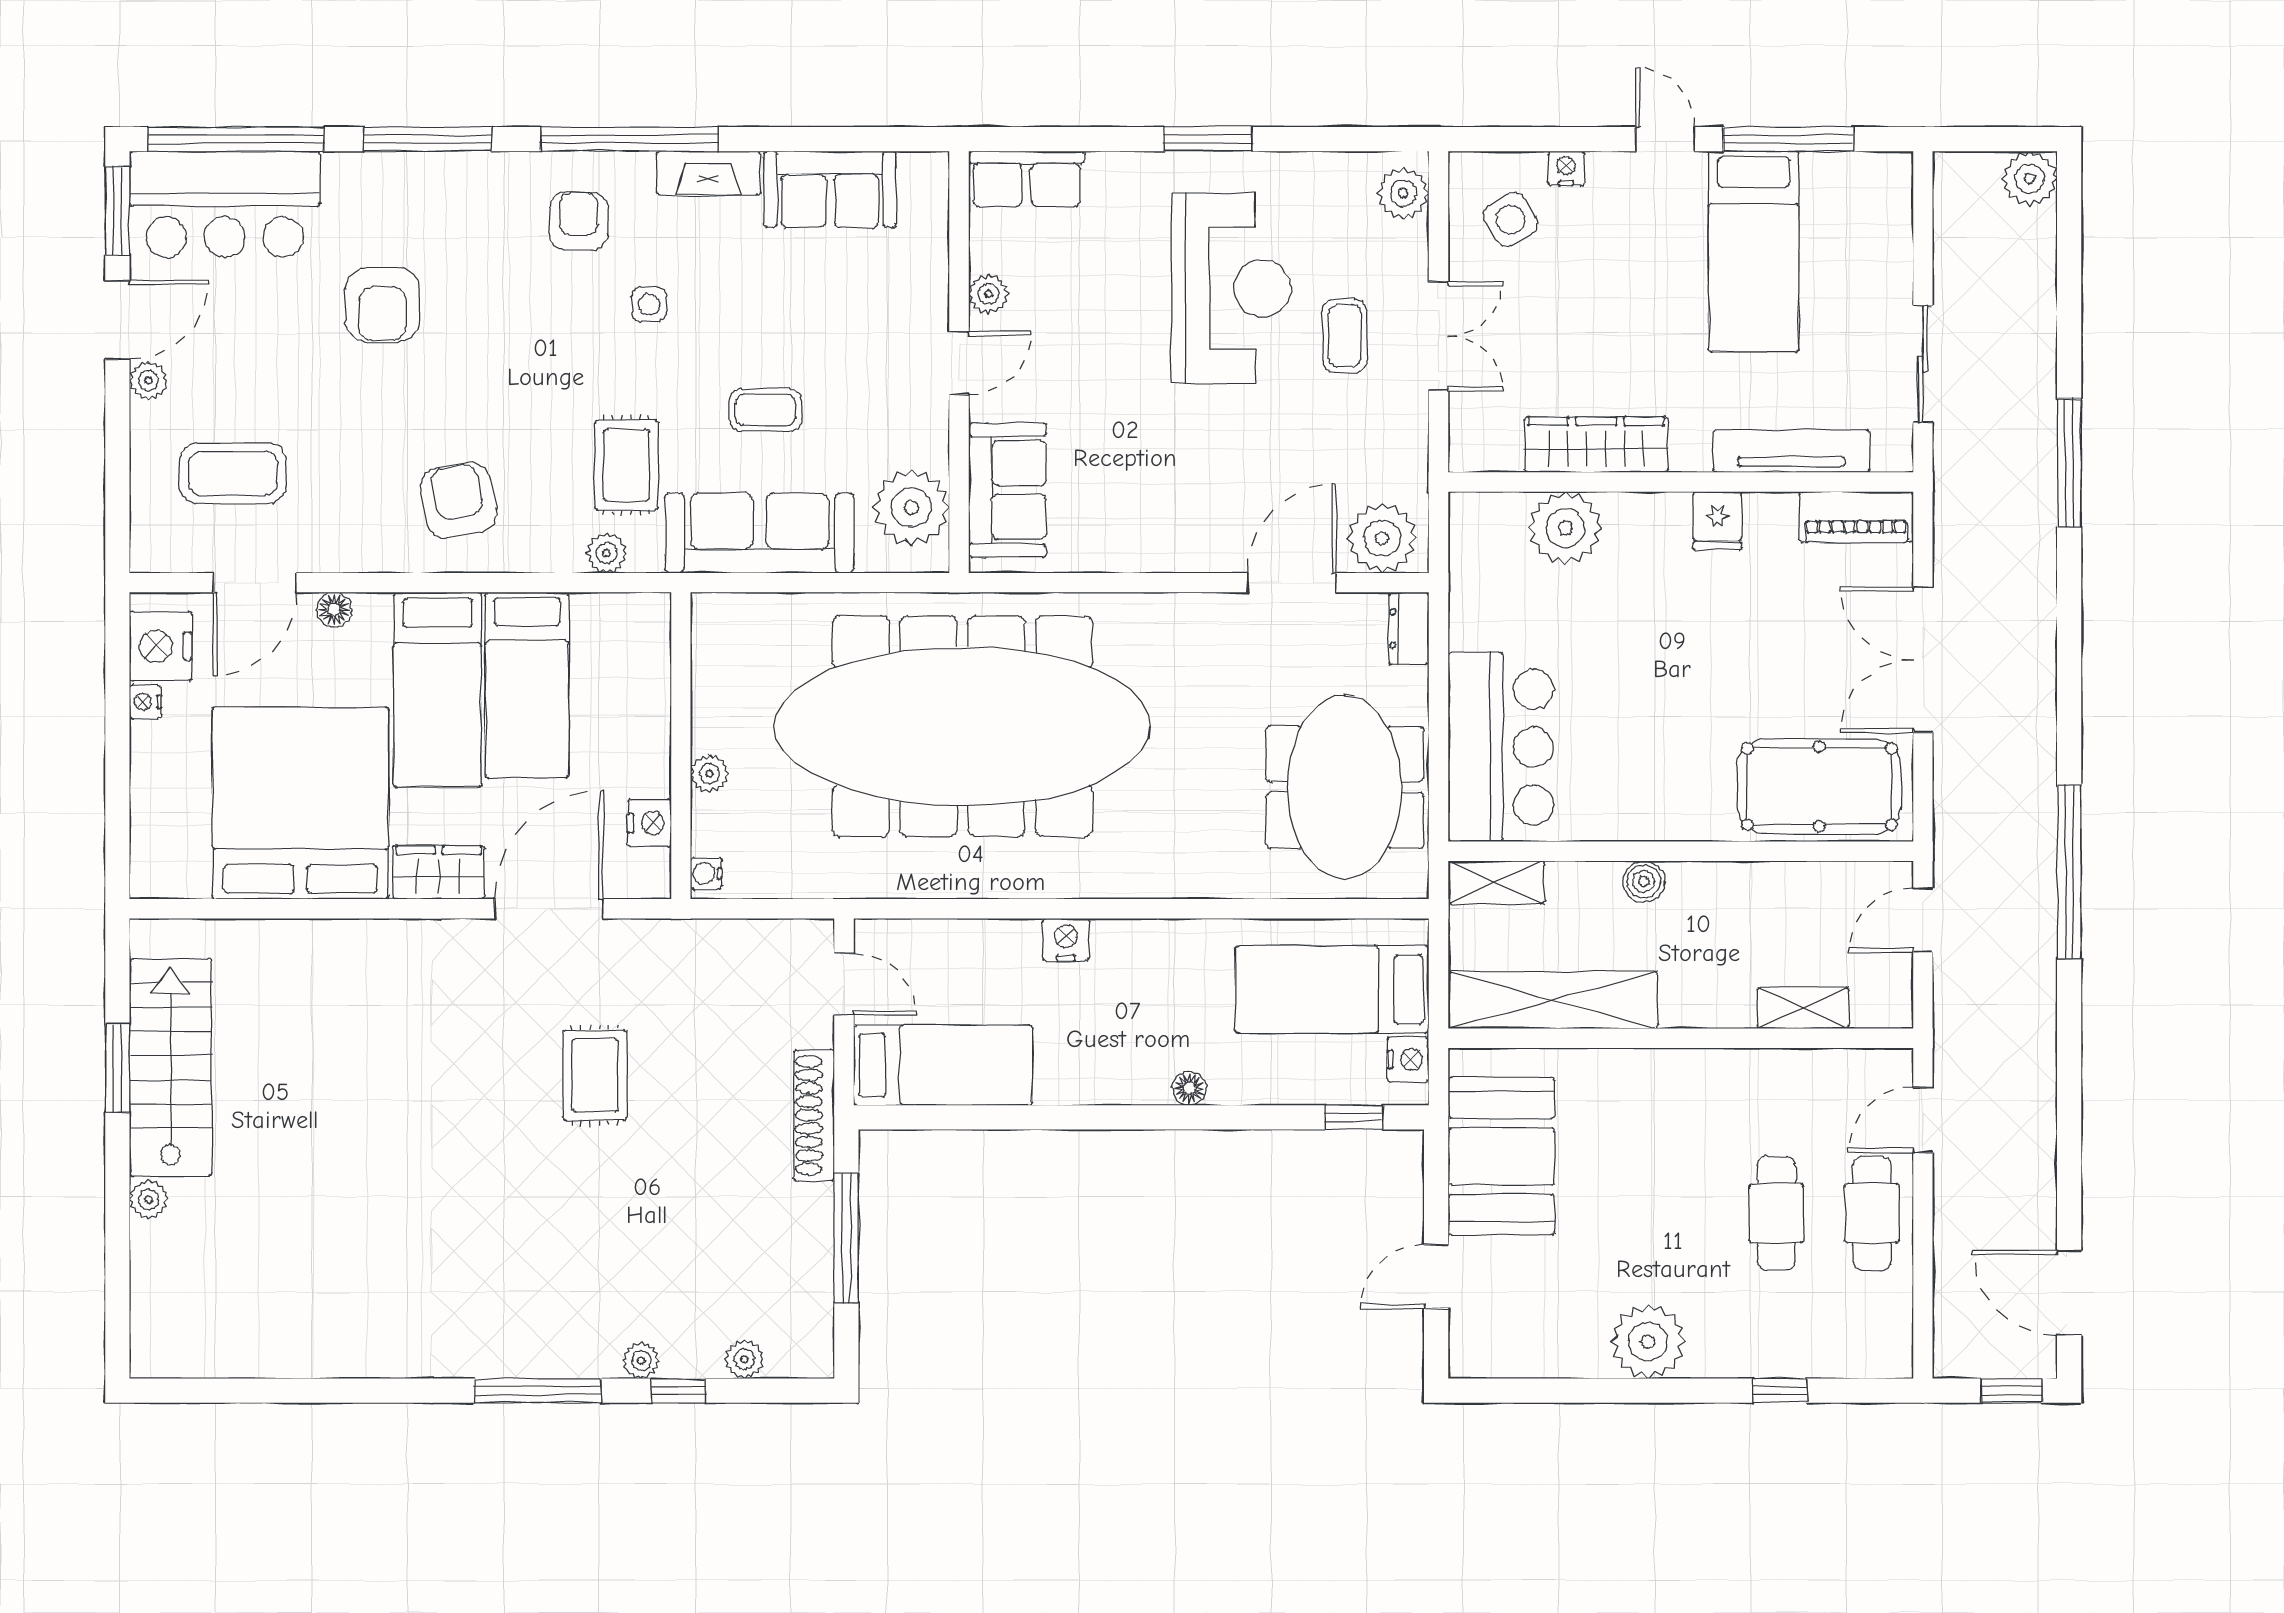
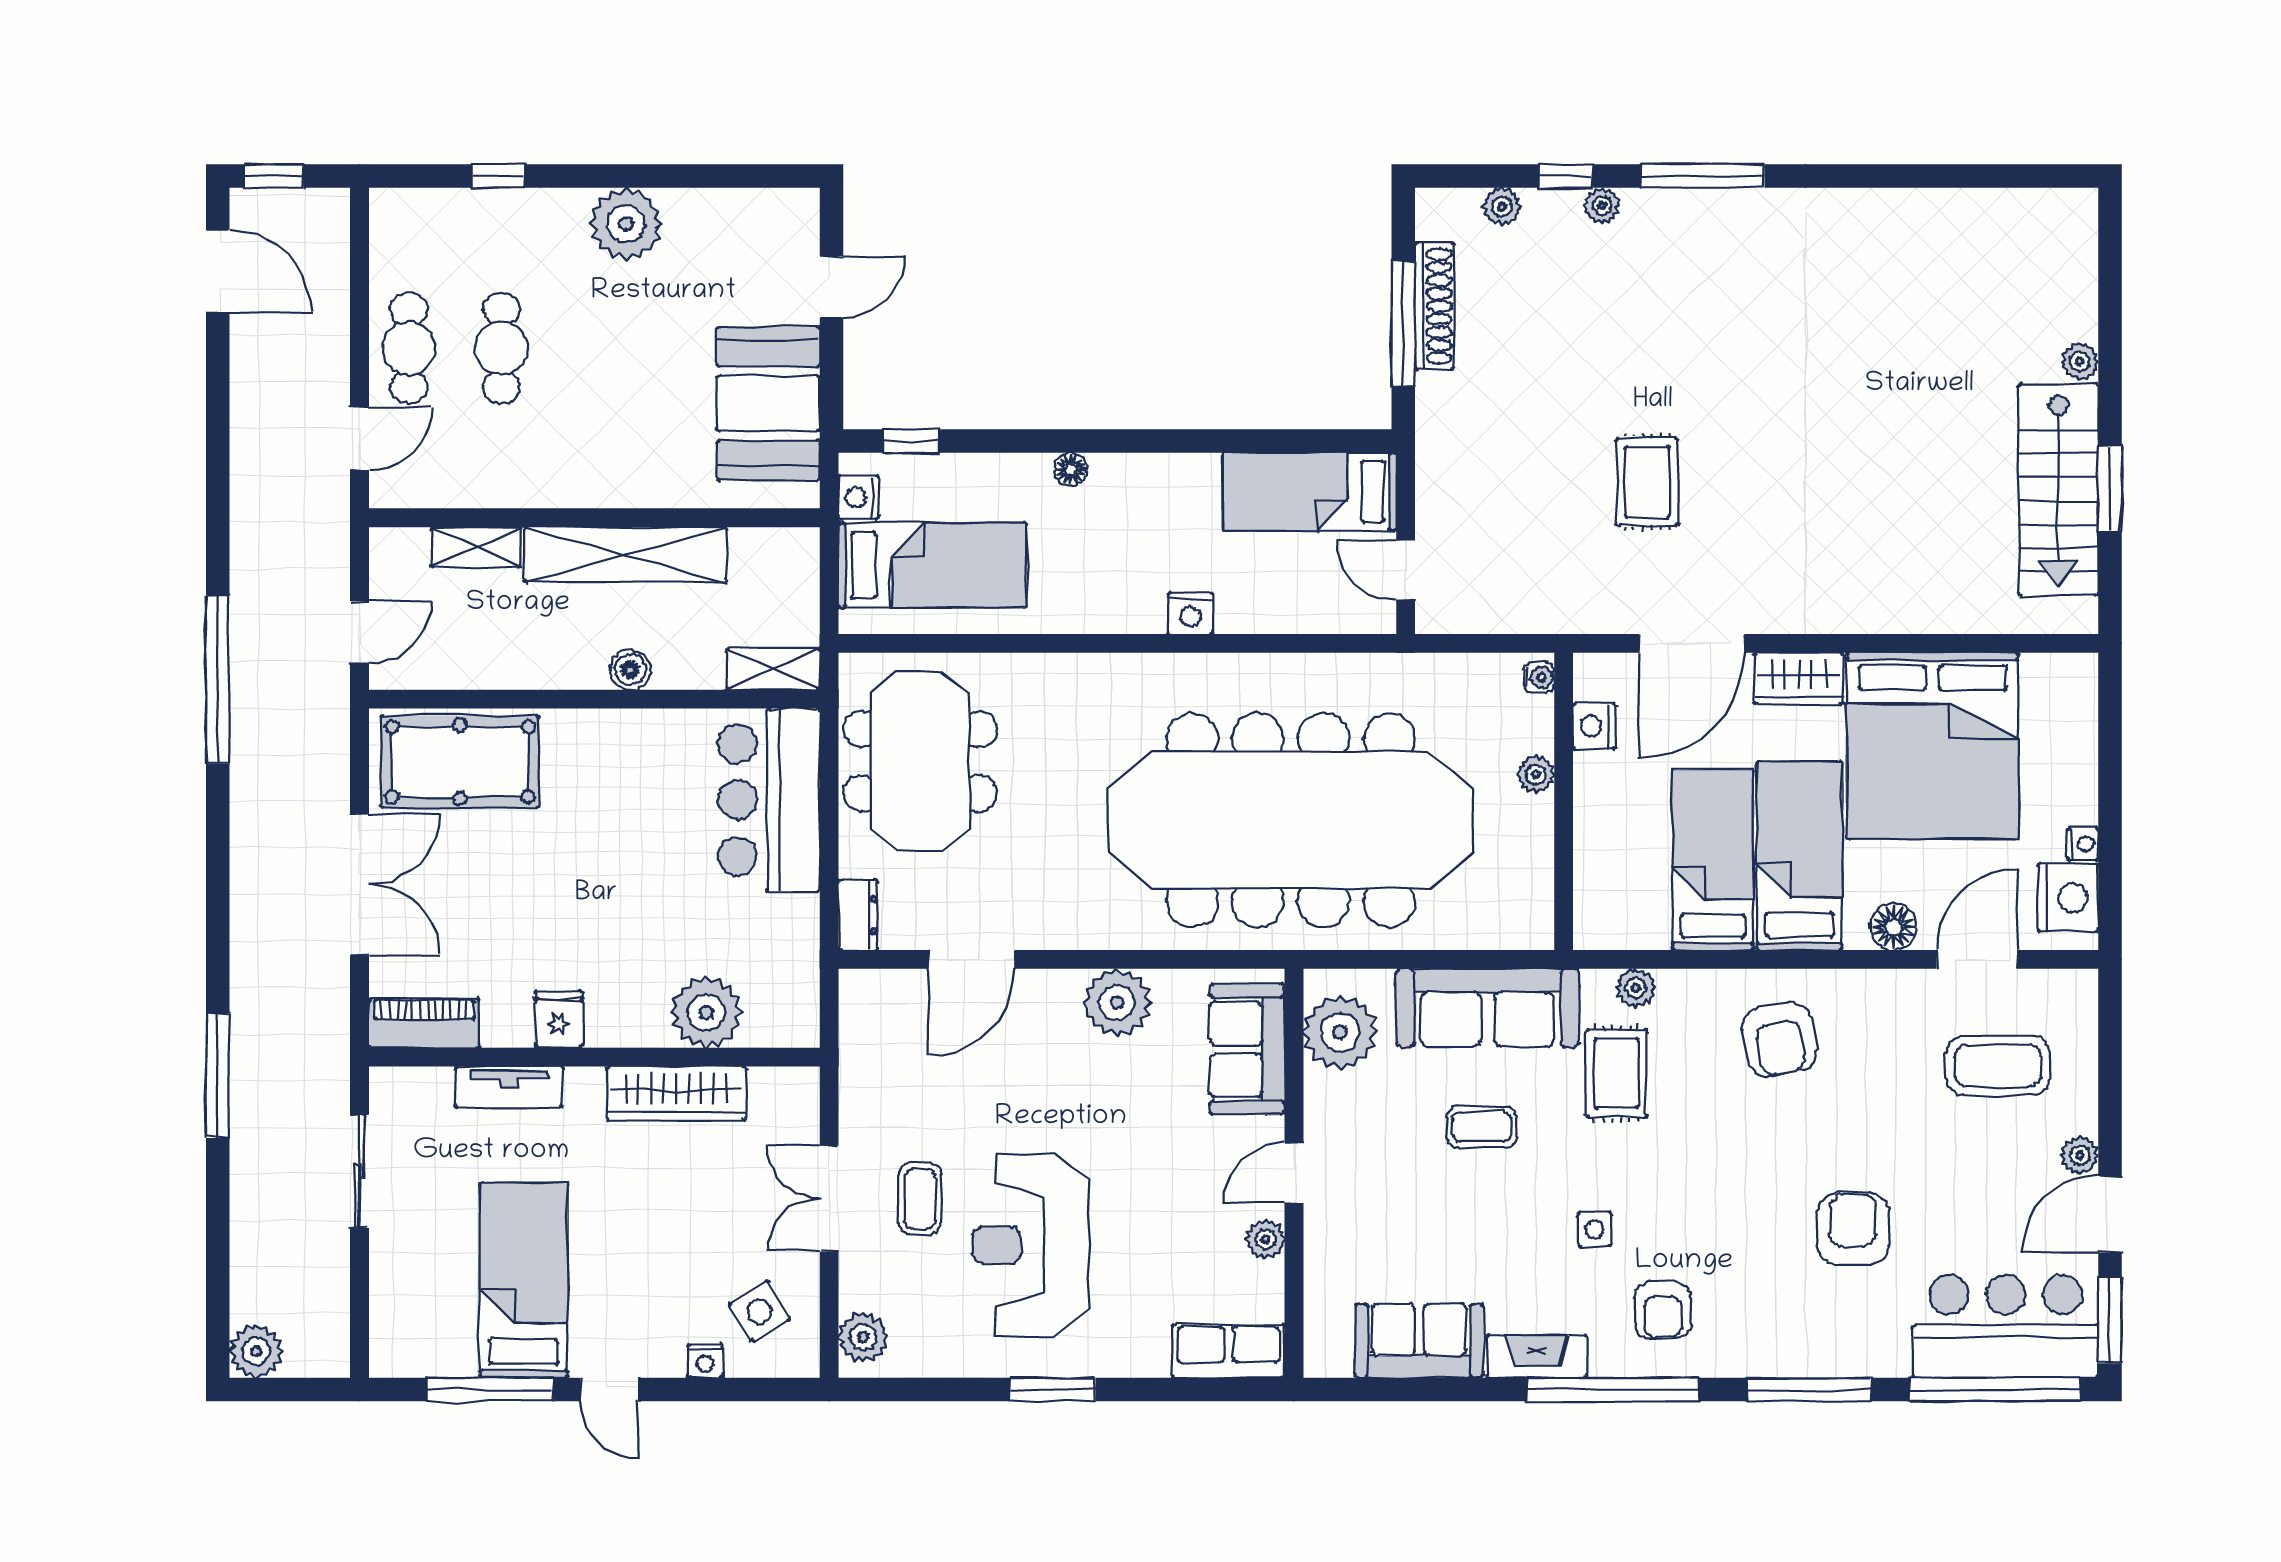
tv unit: (1791, 451) -> (509, 1087), width x0.71
plant: (1382, 538) -> (1117, 1002), moved
floor lamp: (334, 610) -> (1894, 927), width x1.37, depth x1.37
shelving: (1553, 1000) -> (626, 555), moved
shoe rack: (814, 1115) -> (1435, 306), moved

